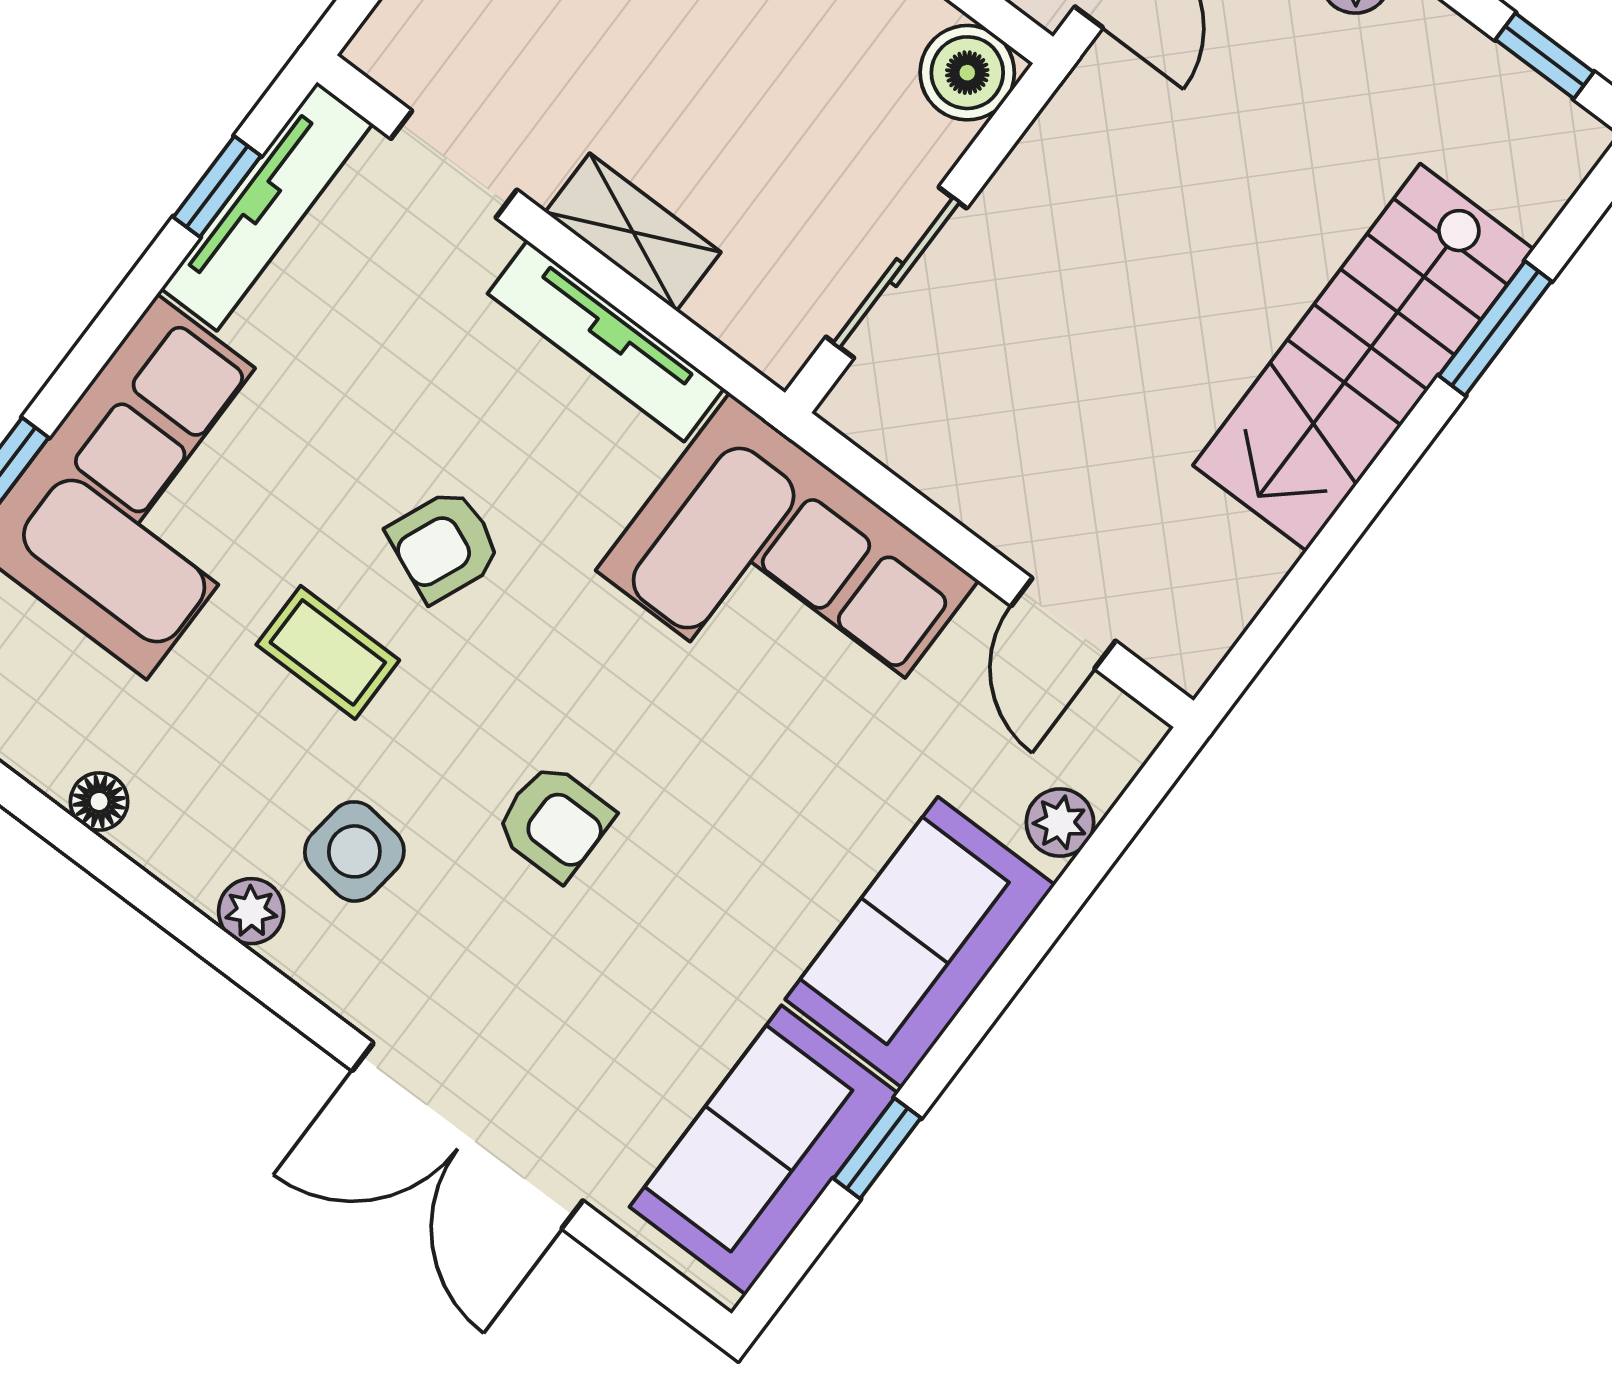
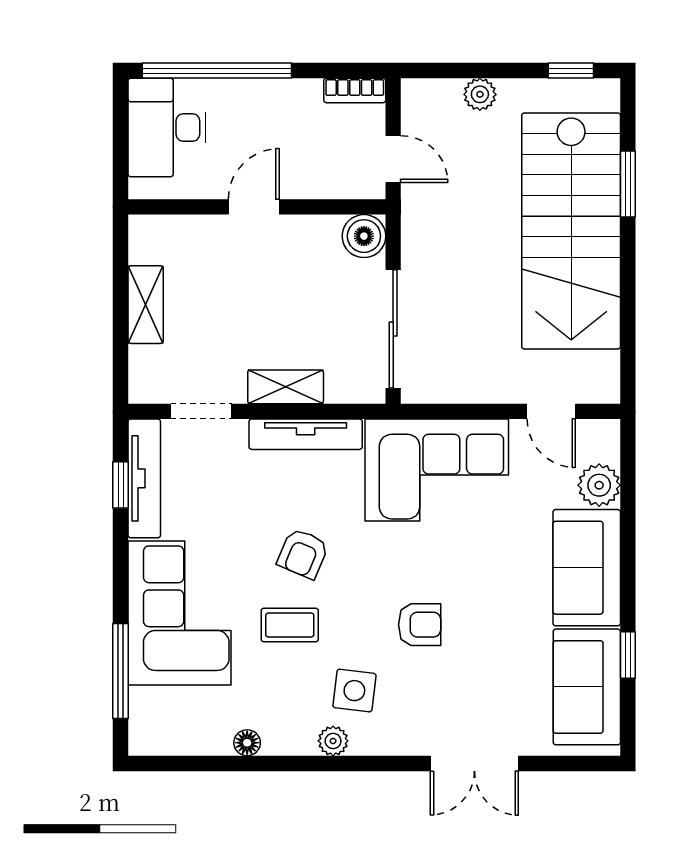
sliding door: (896, 273) -> (393, 329), width x1.37
stairs: (1363, 357) -> (571, 231), width x1.36, depth x1.51
plant: (1060, 823) -> (599, 485), width x1.38, depth x1.38
double door: (468, 1136) -> (474, 763), width x0.73

